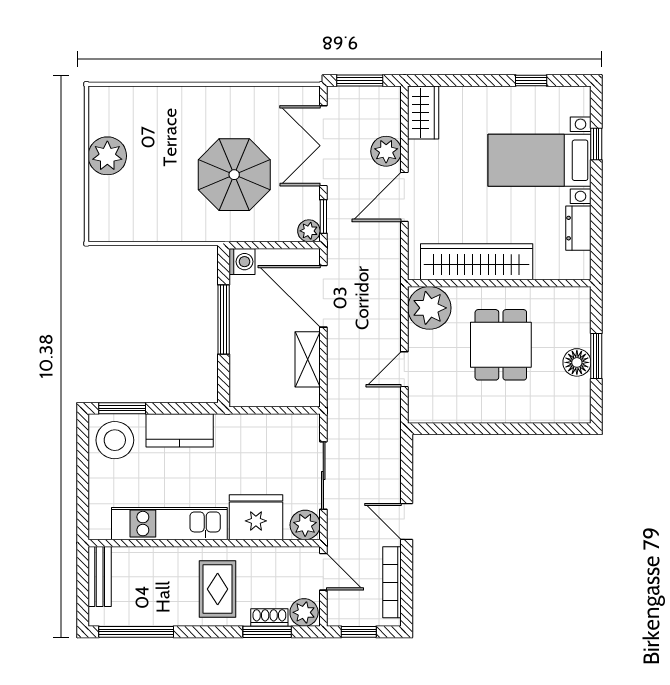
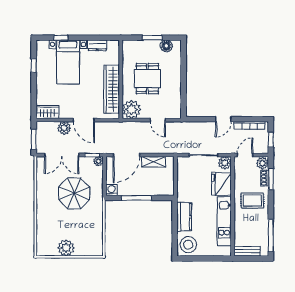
dining table: (501, 345) -> (147, 79), turned 90
floor lamp: (577, 362) -> (166, 46), moved
window: (122, 408) -> (175, 242), removed

